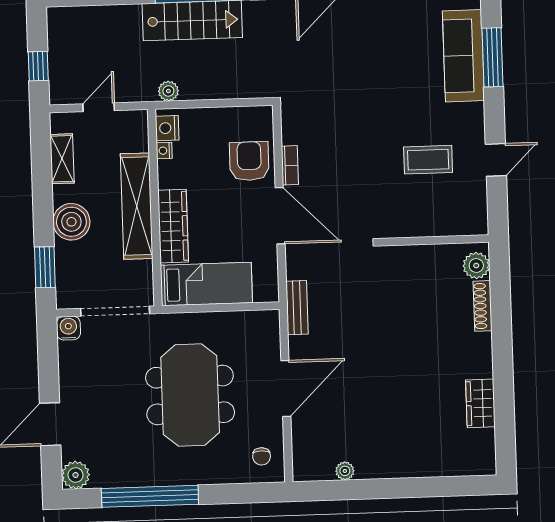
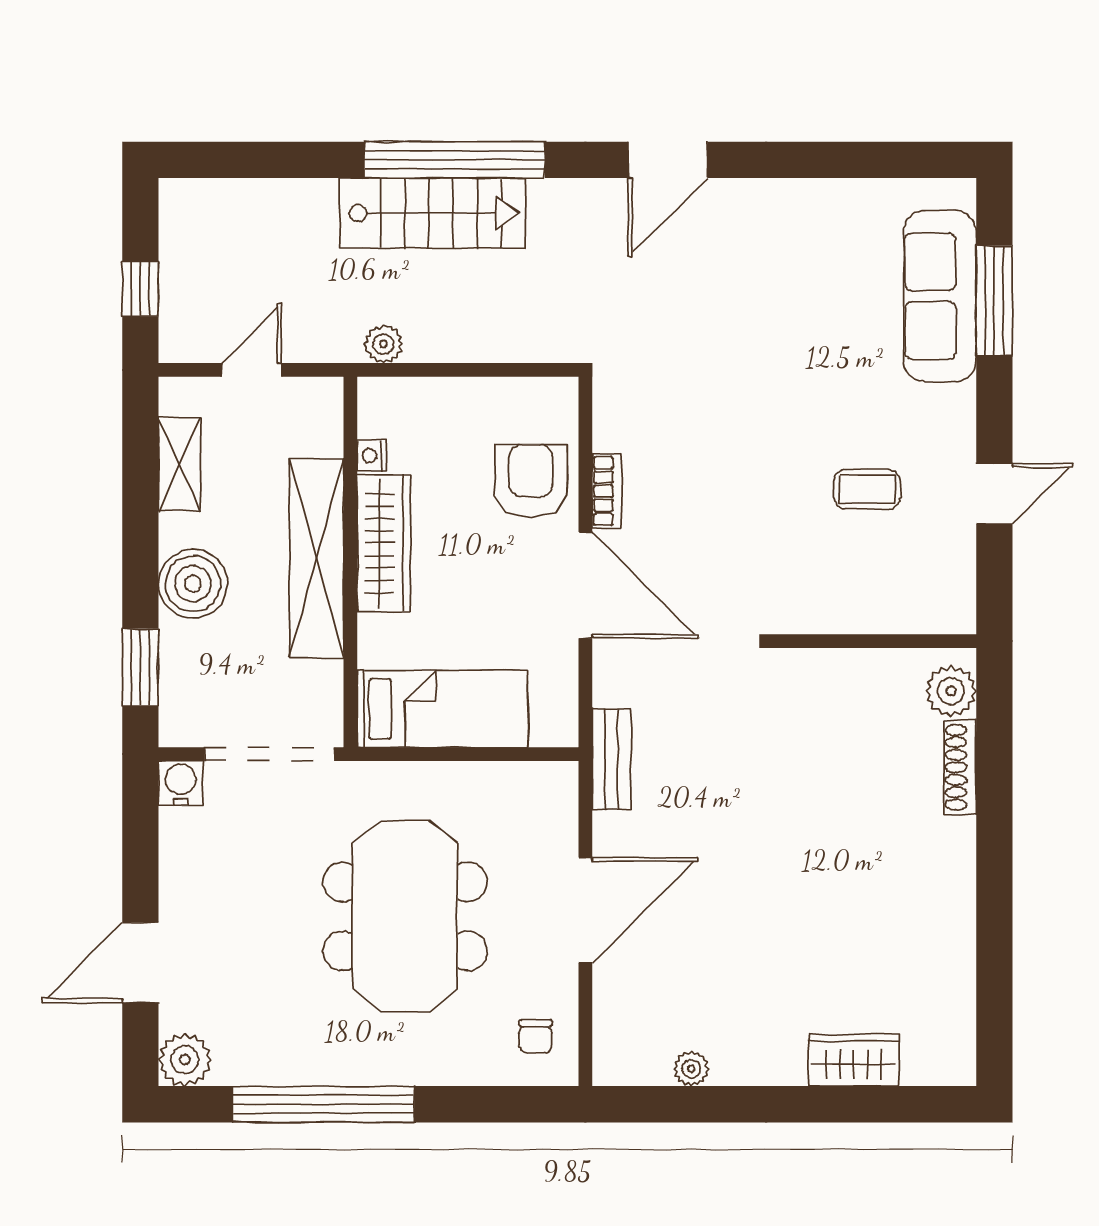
nightstand: (167, 128) -> (379, 414), removed
coffee table: (428, 160) -> (867, 489), width x0.73, depth x0.77
wardrobe: (173, 226) -> (384, 543), moved
wardrobe: (480, 403) -> (854, 1060), moved, turned 90

